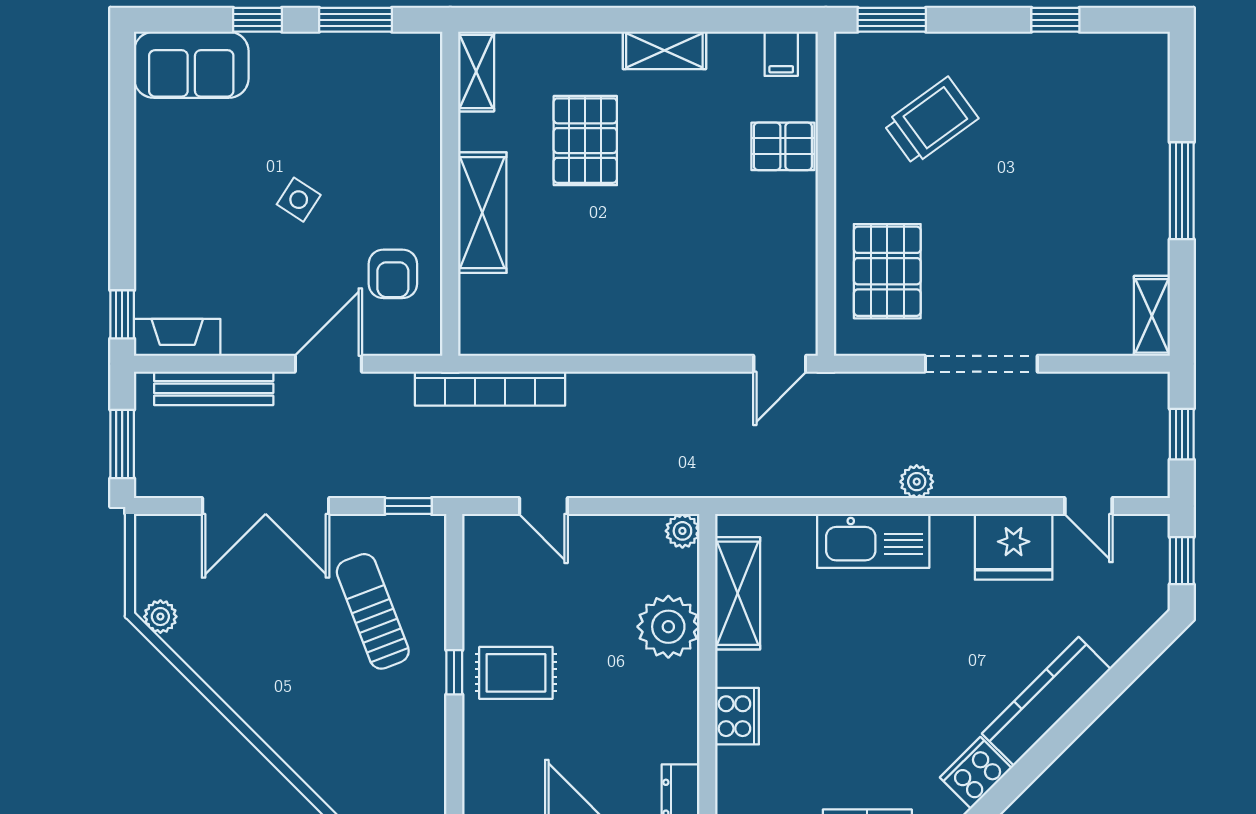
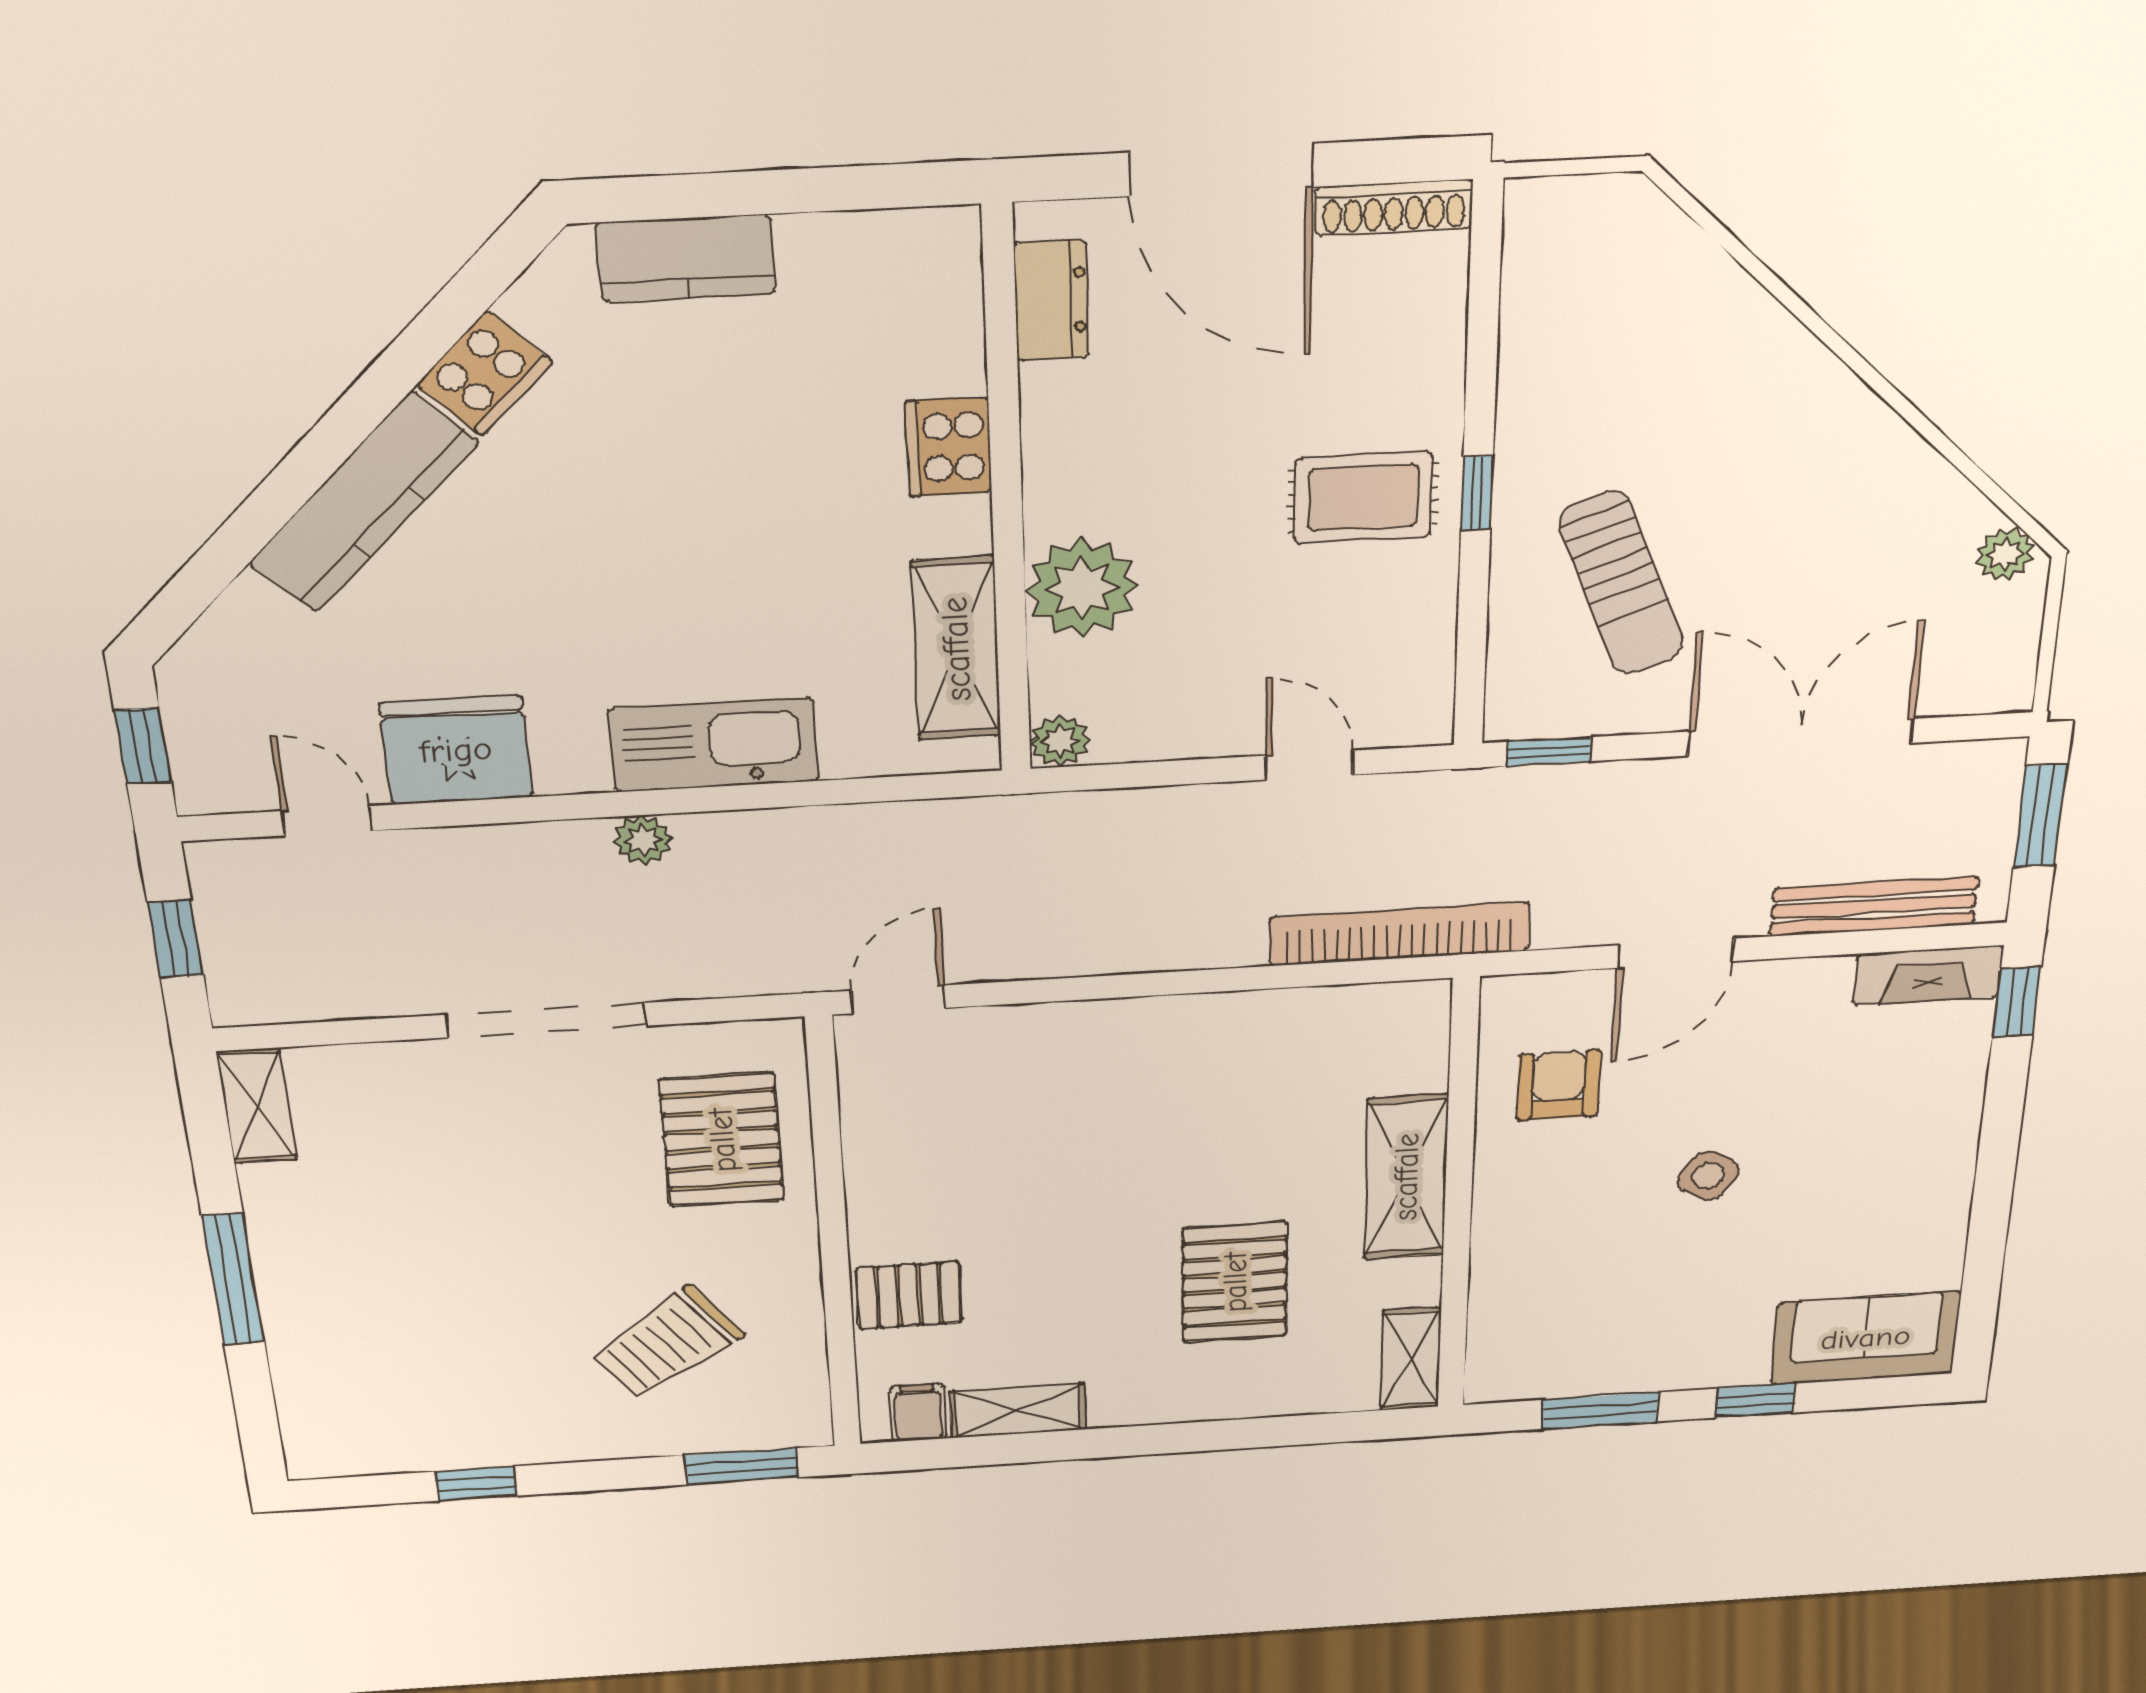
shelving: (664, 50) -> (1018, 1411), moved

